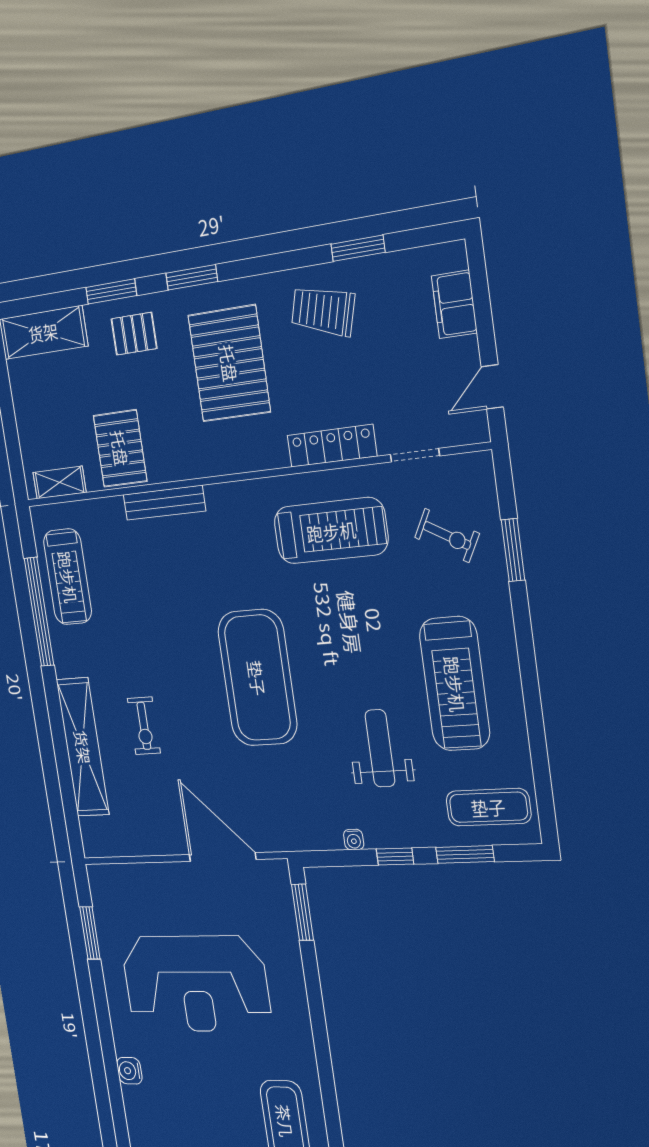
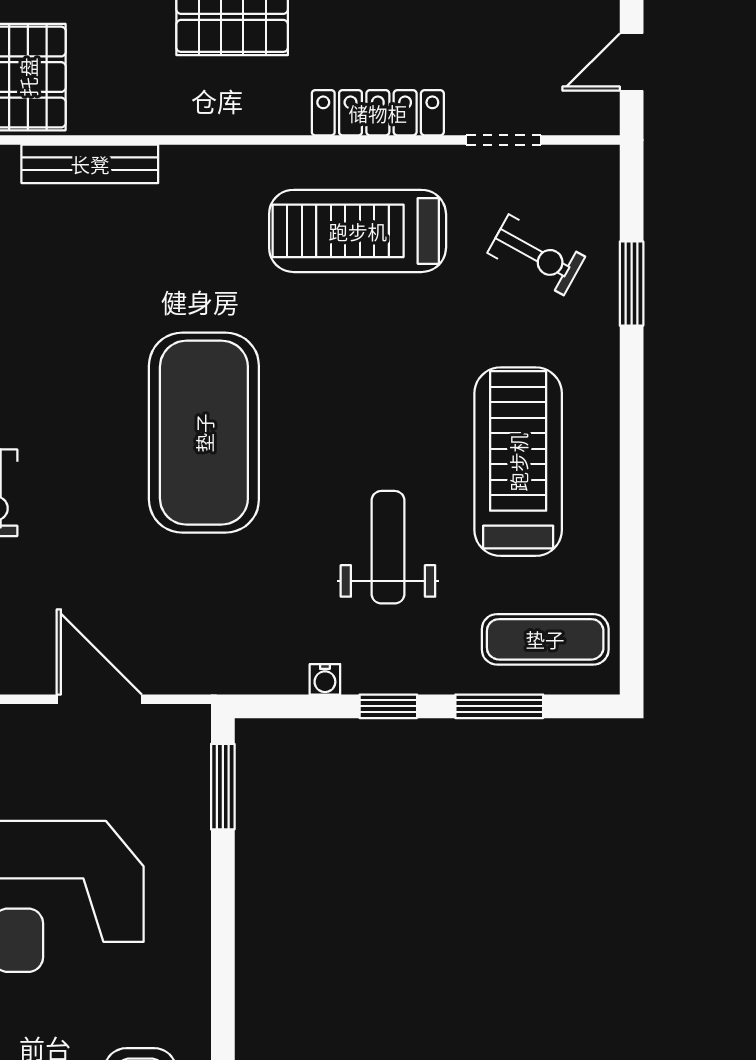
treadmill: (331, 531) -> (358, 231), turned 180
treadmill: (455, 684) -> (518, 462), turned 180
door: (223, 857) -> (99, 699), width x0.73

